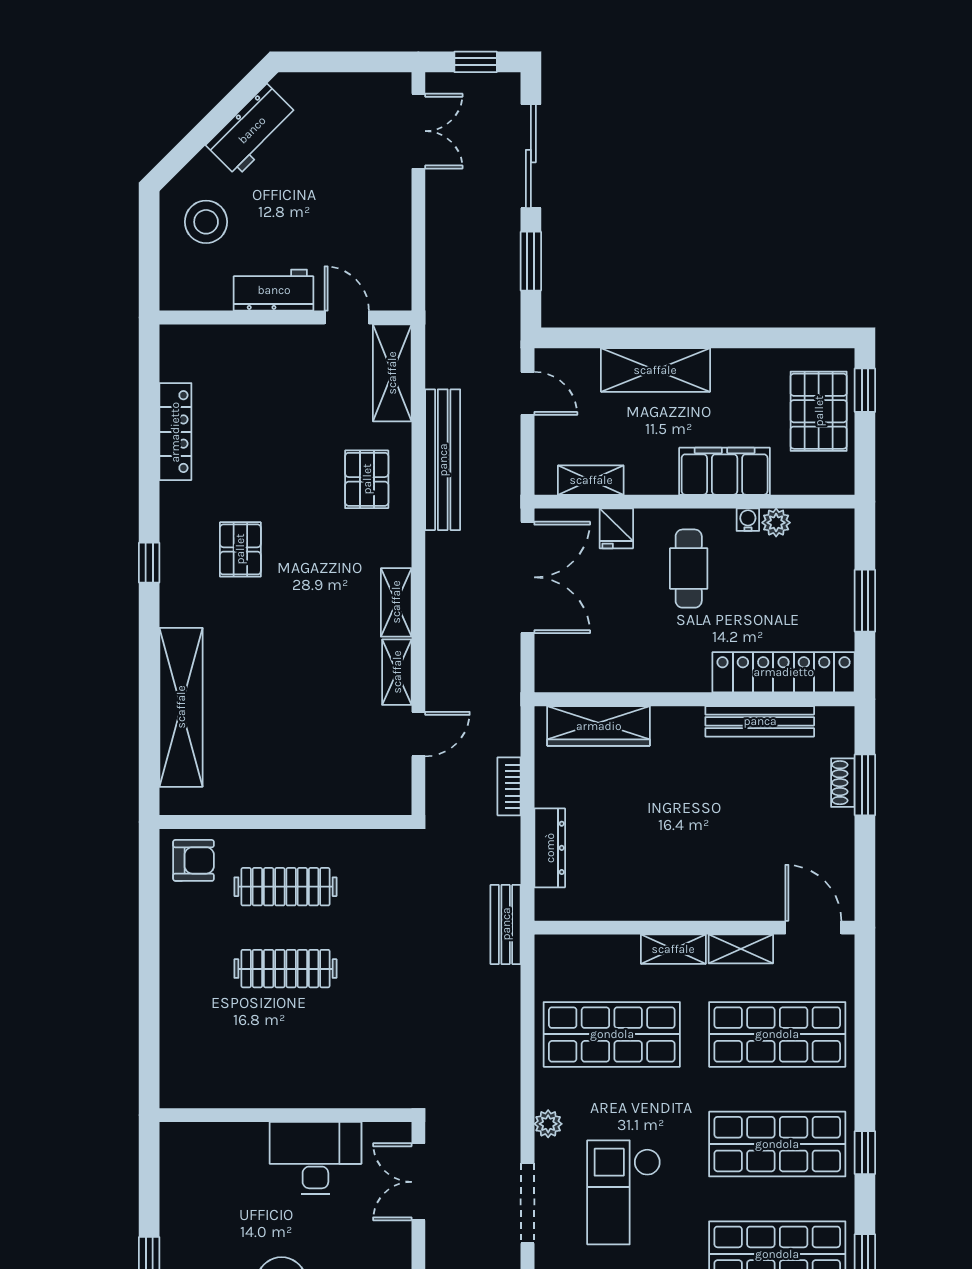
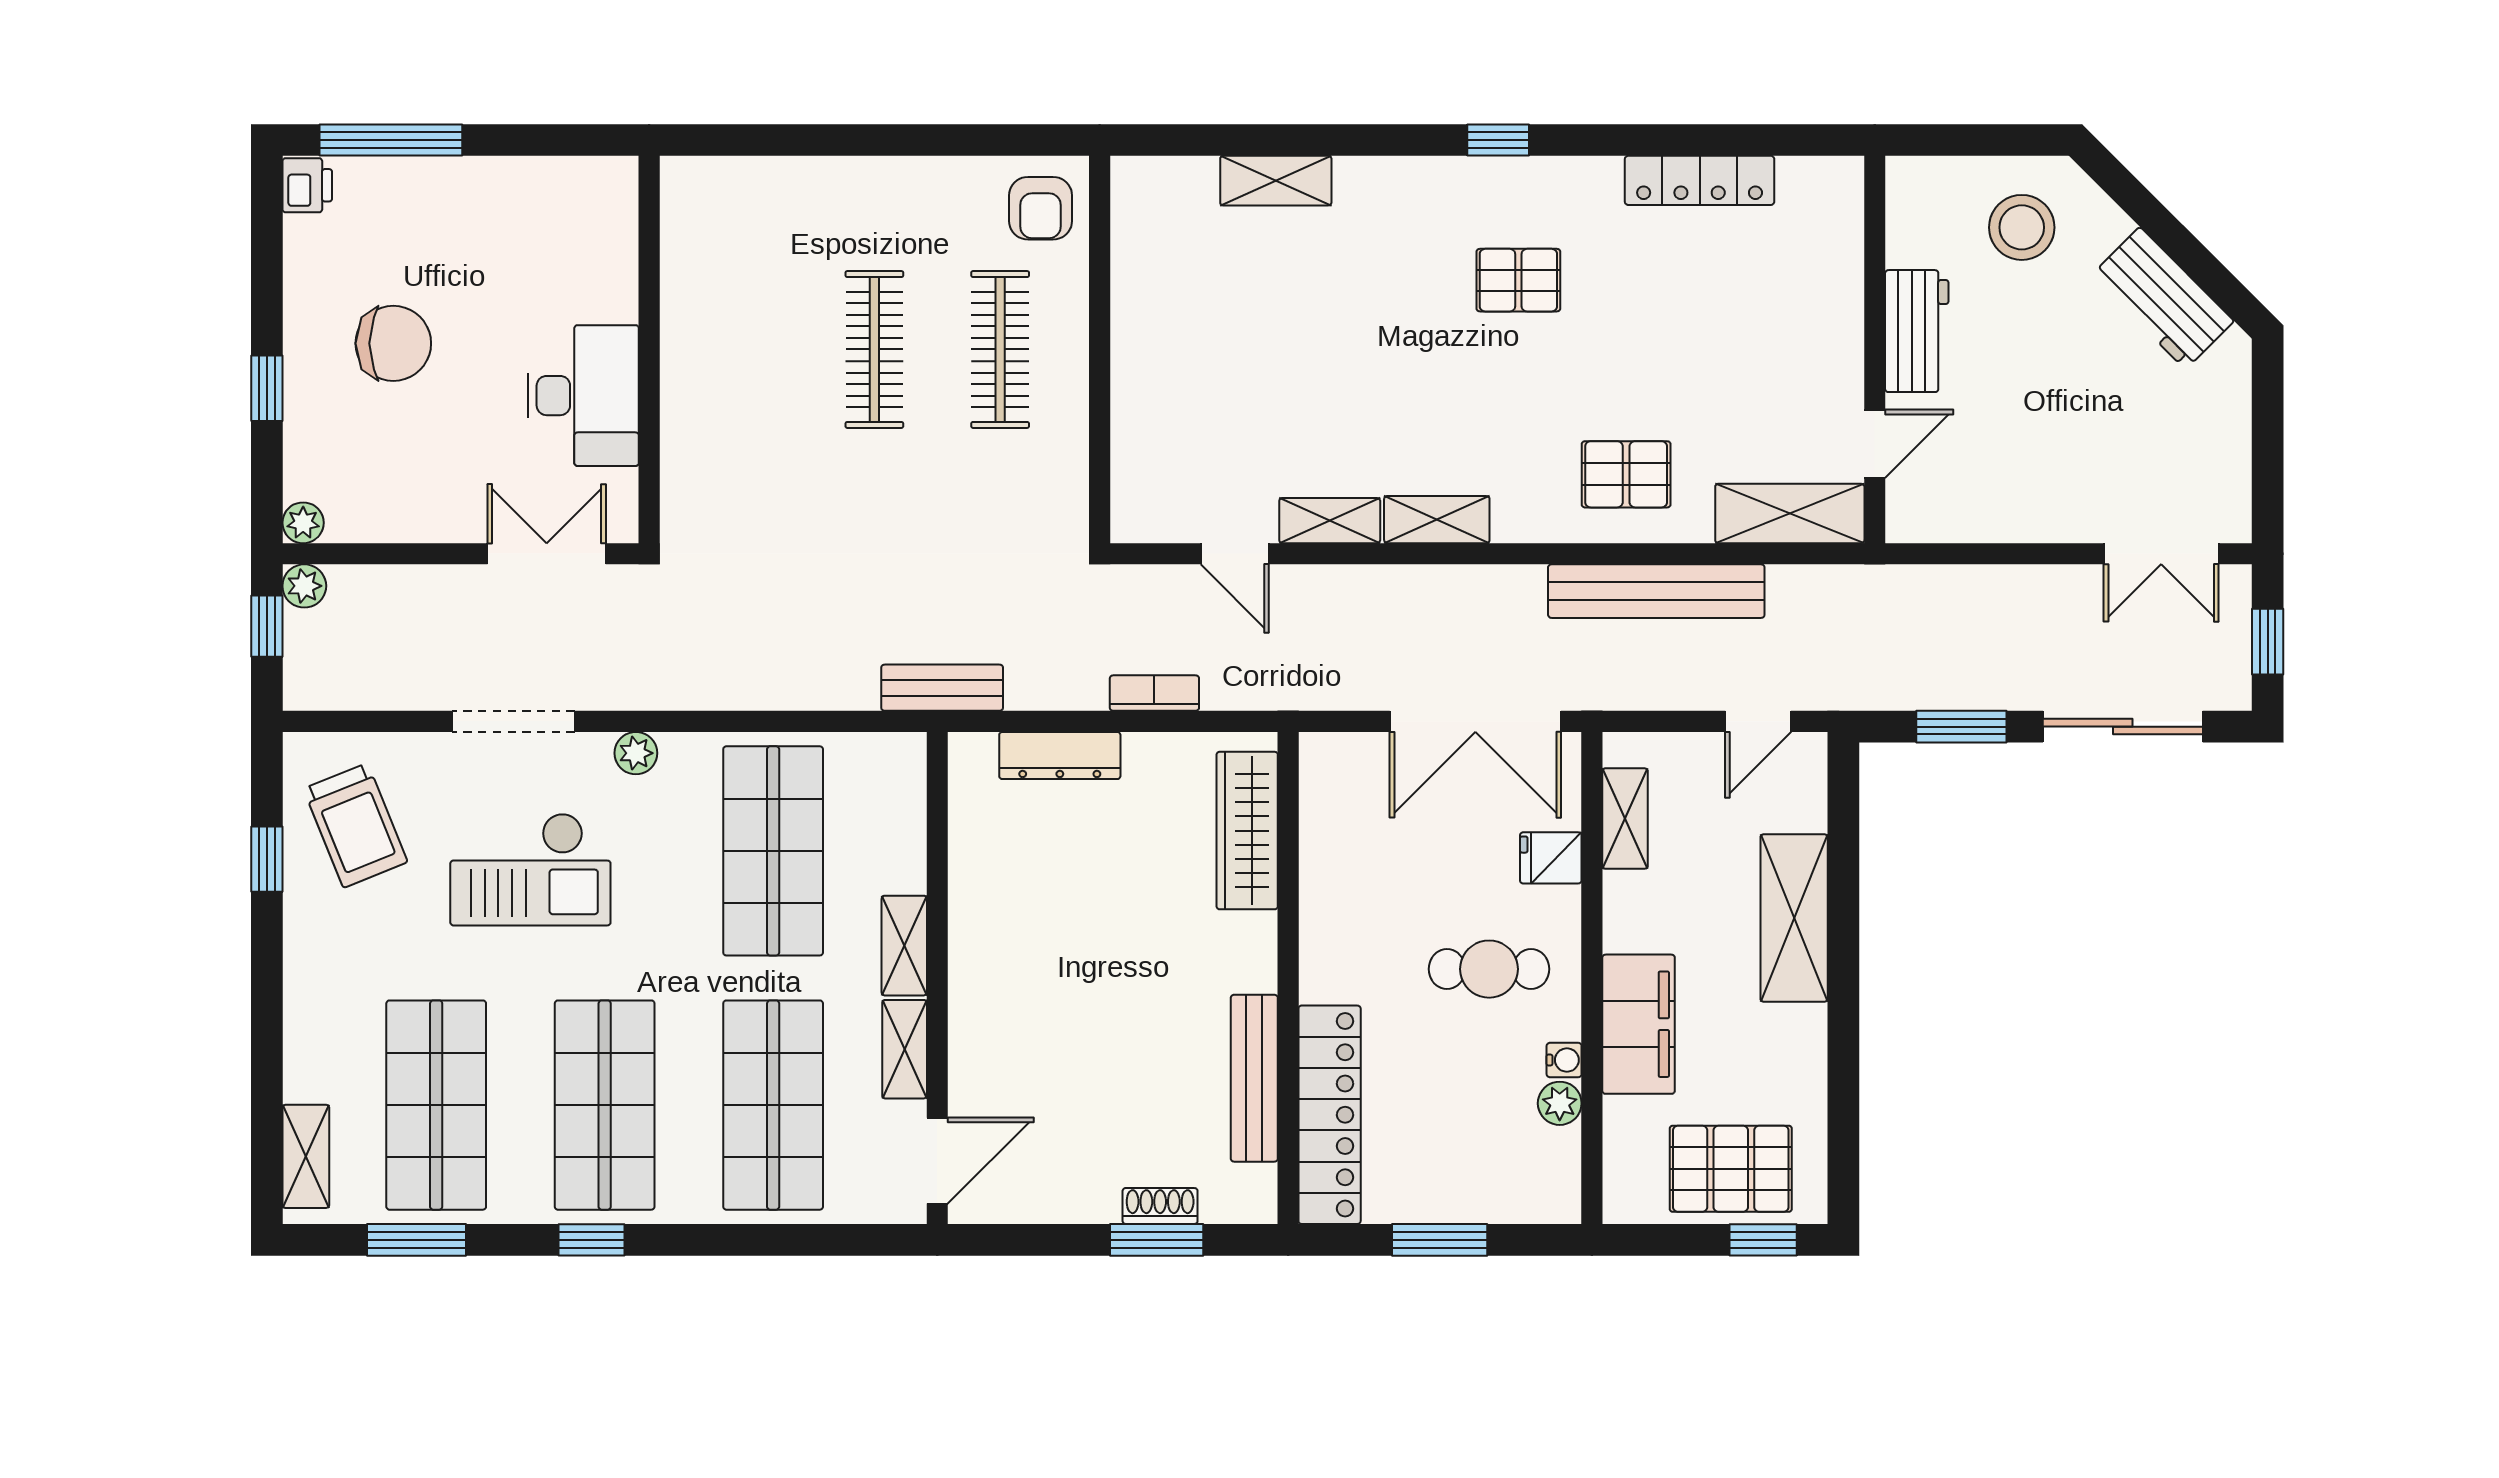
shelving: (181, 707) -> (1276, 181), width x0.45, depth x0.75
checkout: (624, 1192) -> (530, 869), turned 180

